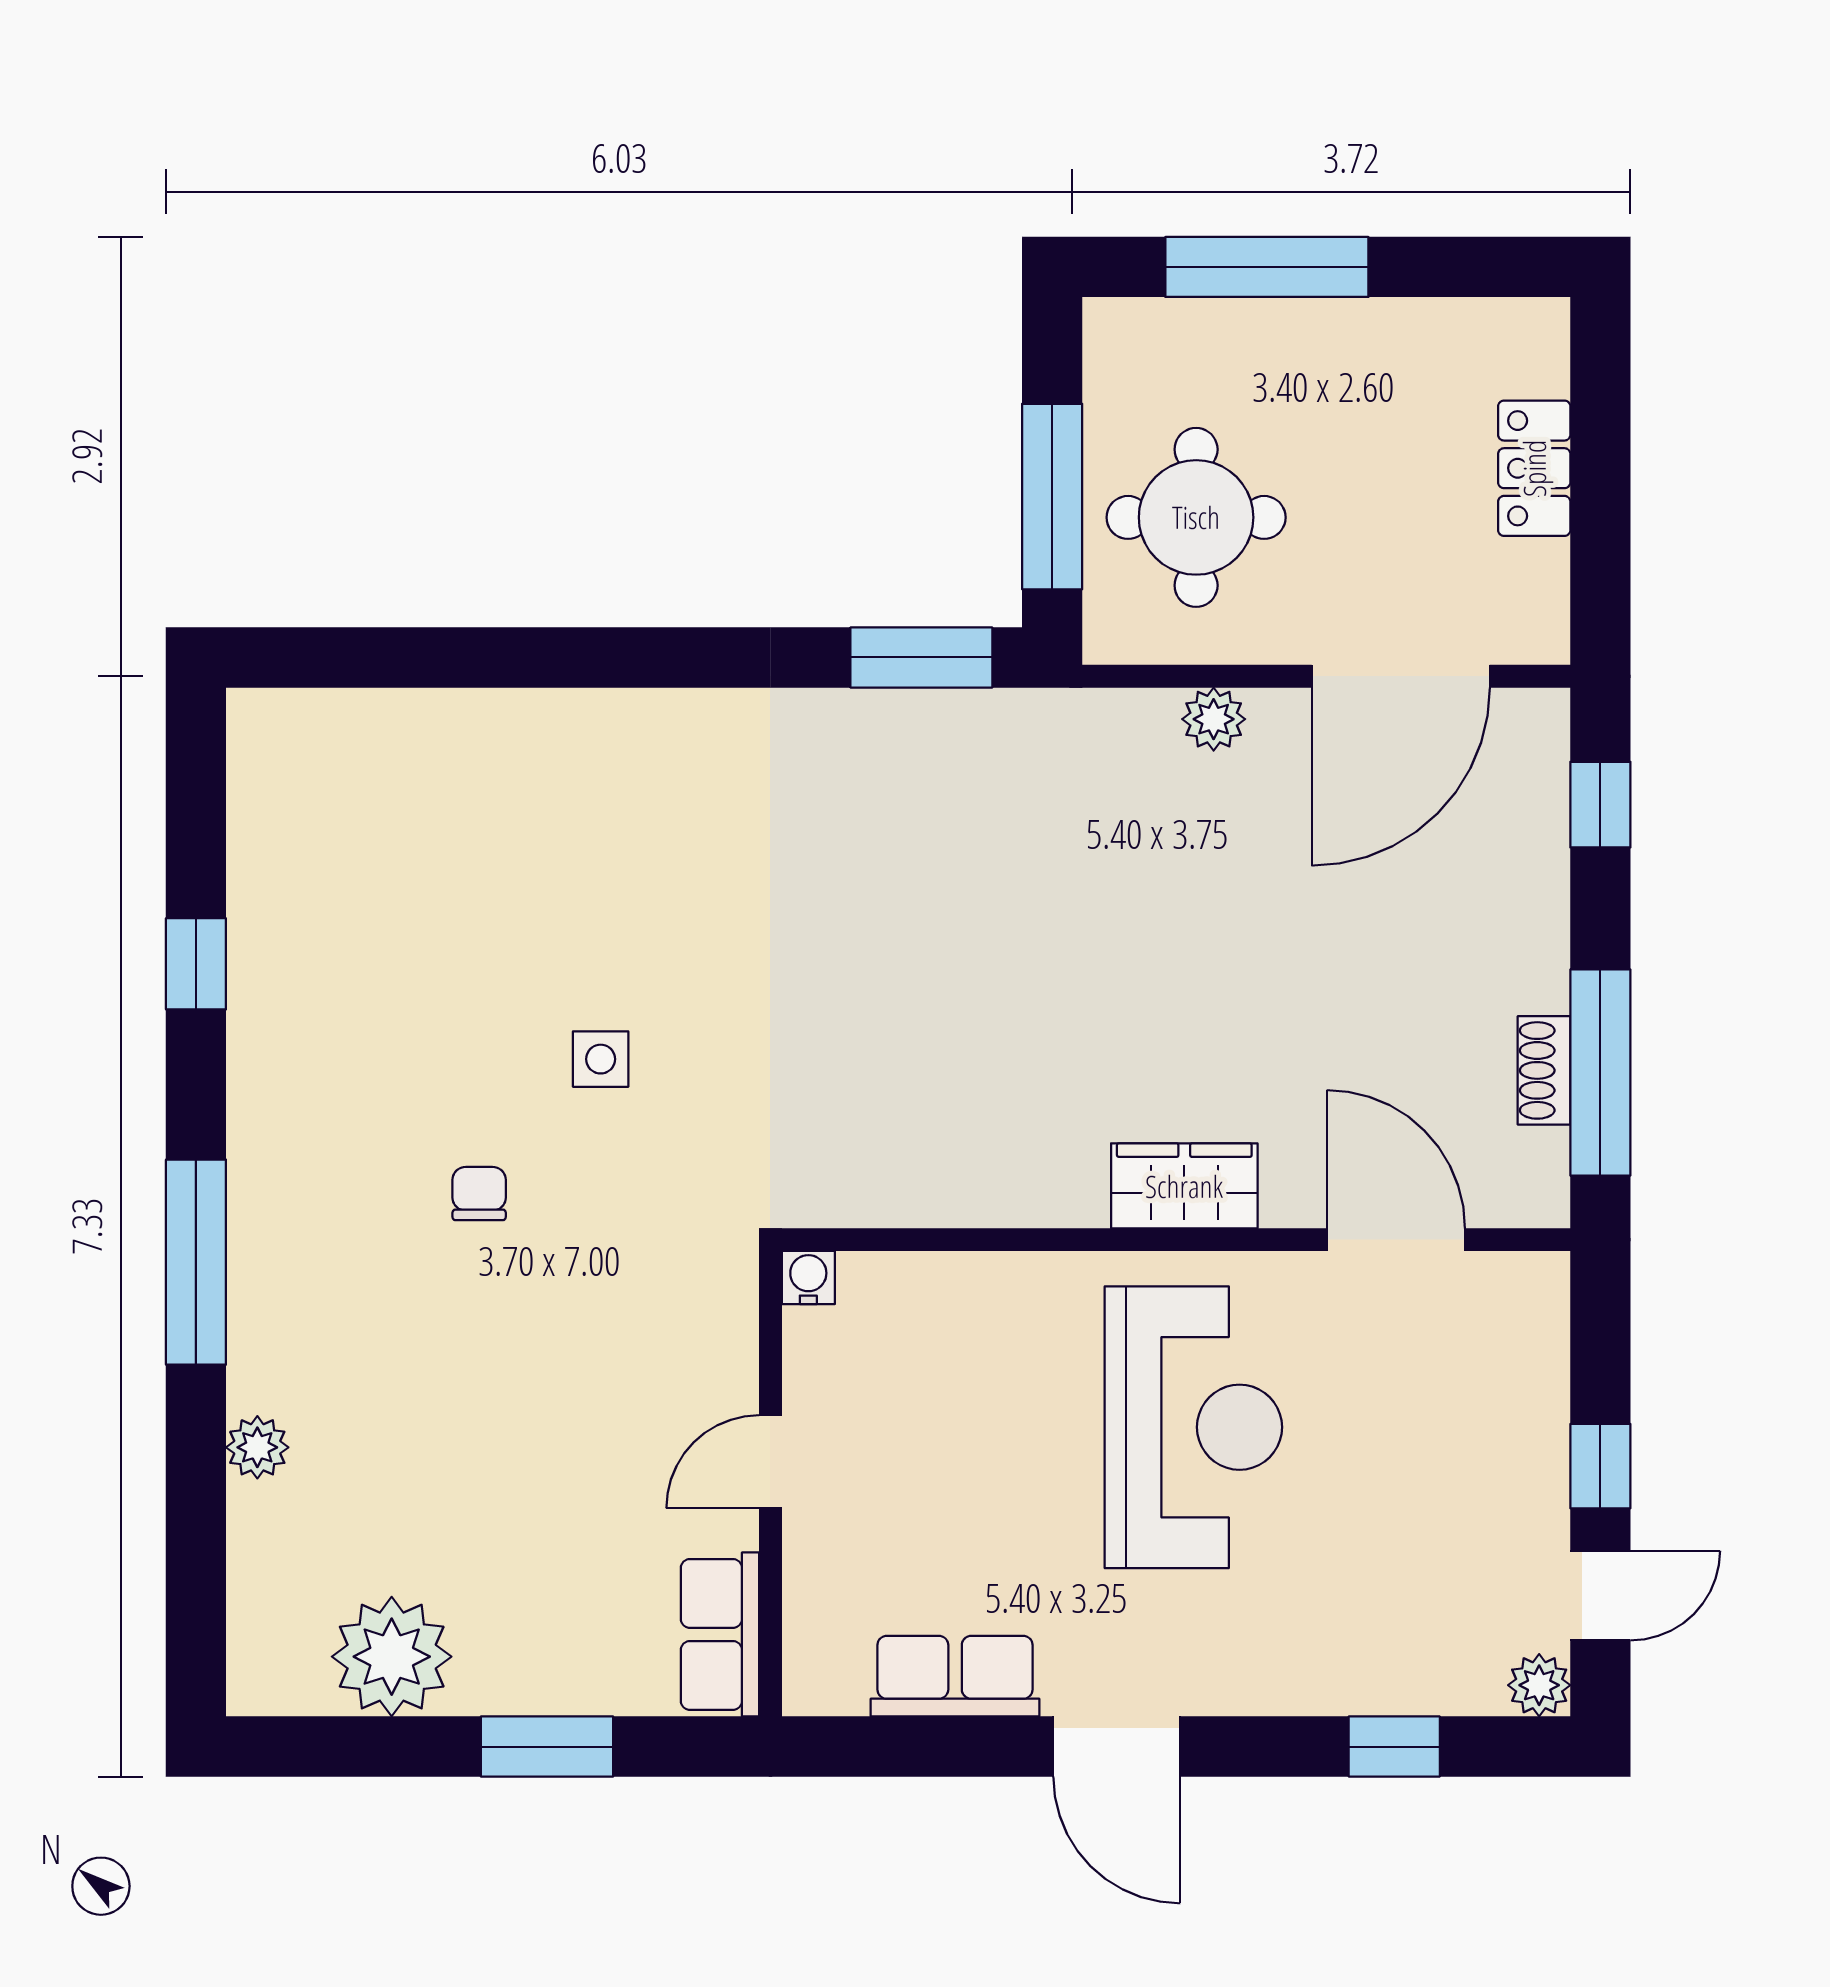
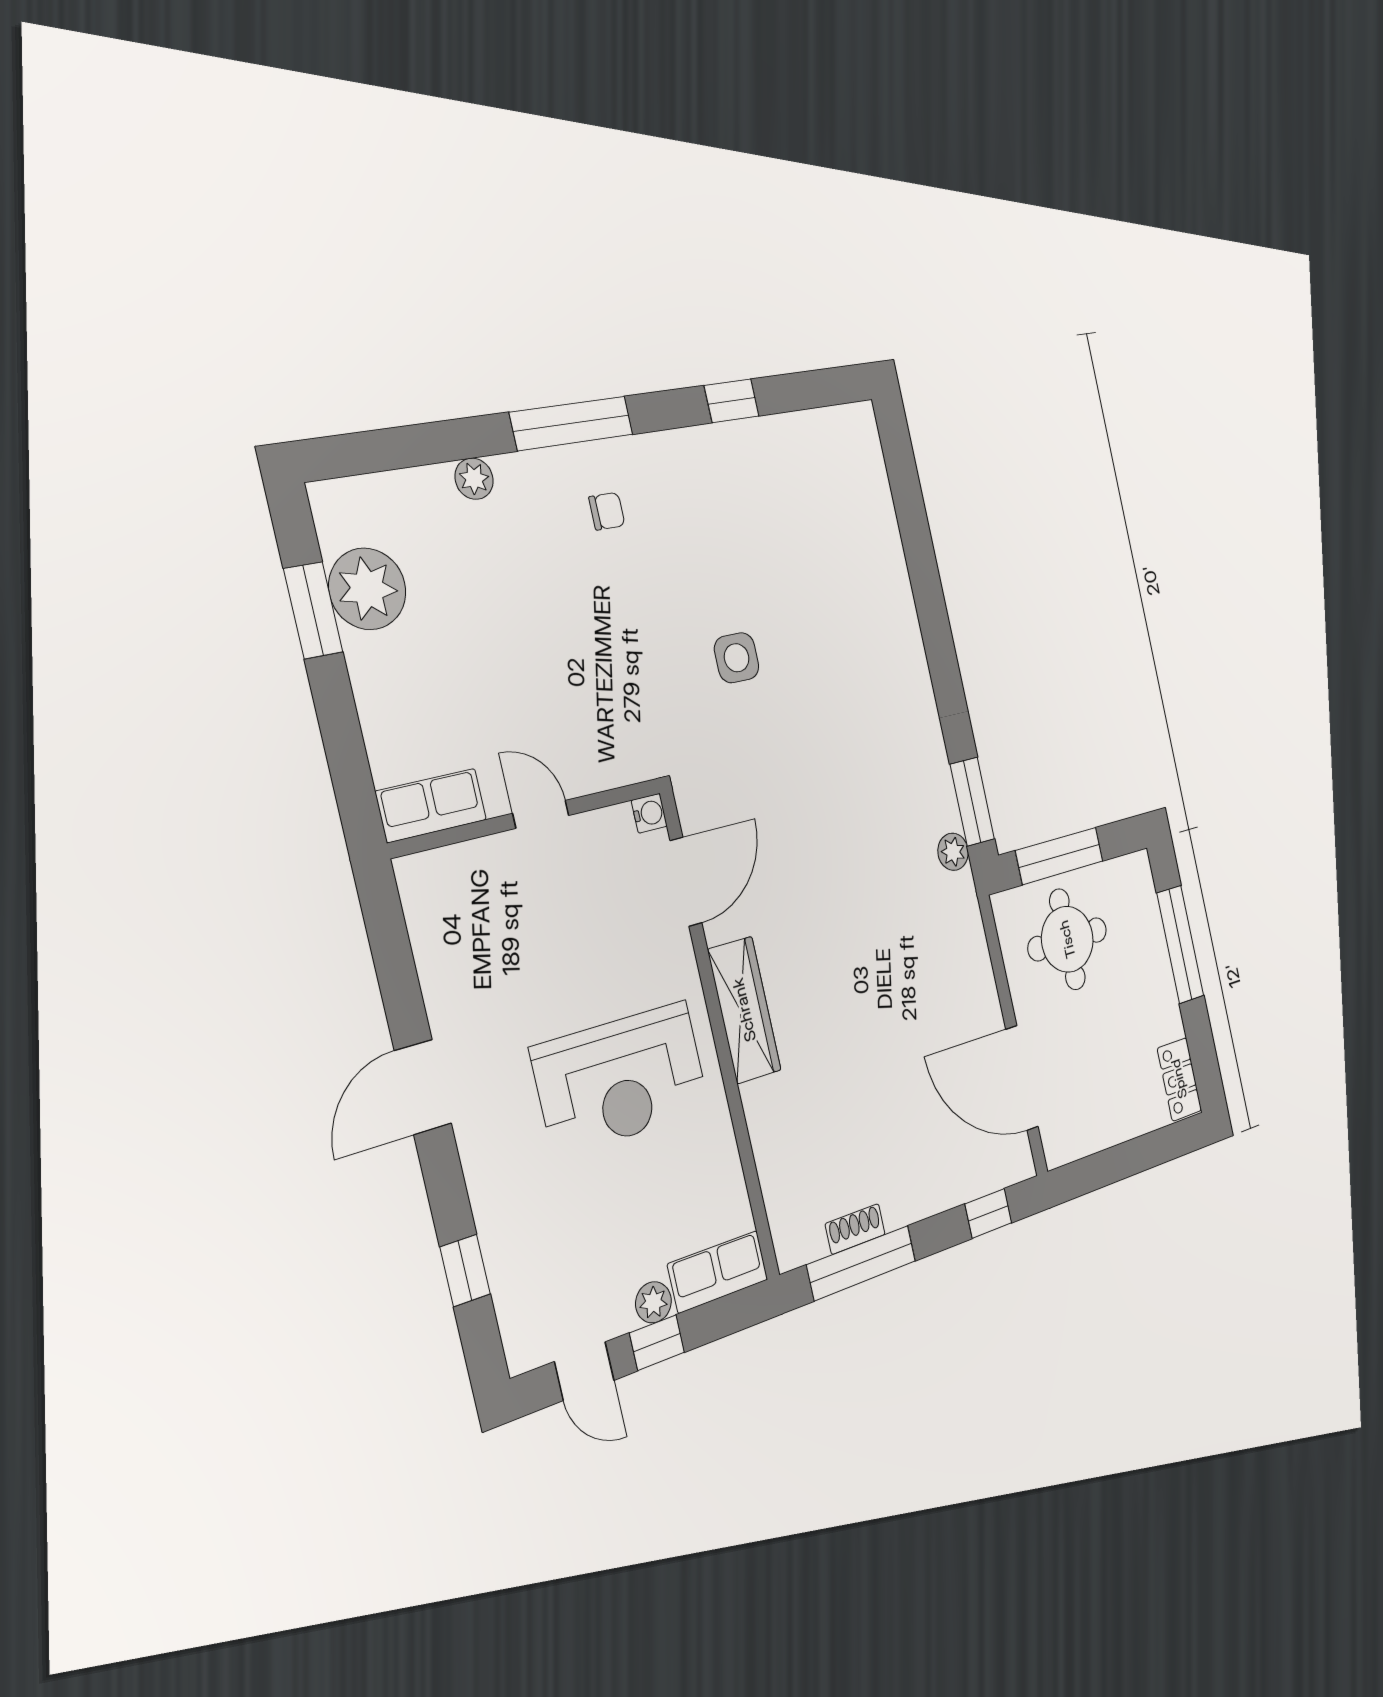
locker: (1534, 468) -> (1179, 1079), moved, turned -90
plant: (1214, 719) -> (953, 852), moved
side table: (601, 1059) -> (737, 658), width x1.37, depth x1.37
wardrobe: (1184, 1186) -> (744, 1010), width x1.50
chair: (479, 1194) -> (607, 511), moved
door: (1396, 1240) -> (686, 882), moved
row of seats: (955, 1676) -> (718, 1272), moved, turned -90
plant: (1539, 1685) -> (653, 1302), moved
window: (547, 1747) -> (313, 610), moved

